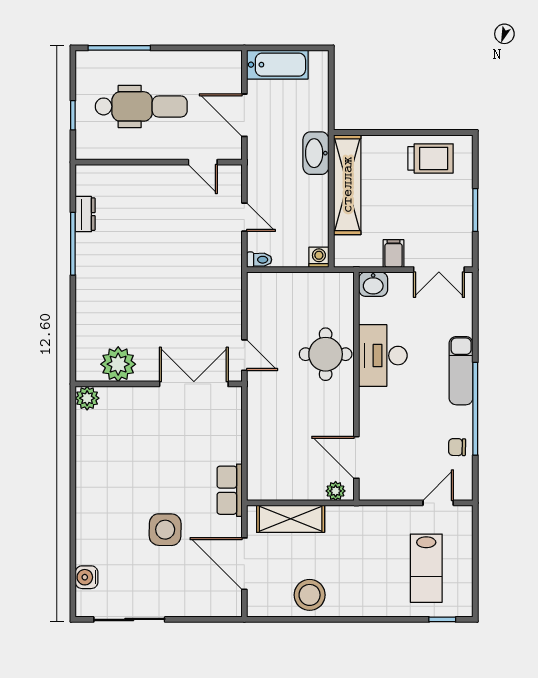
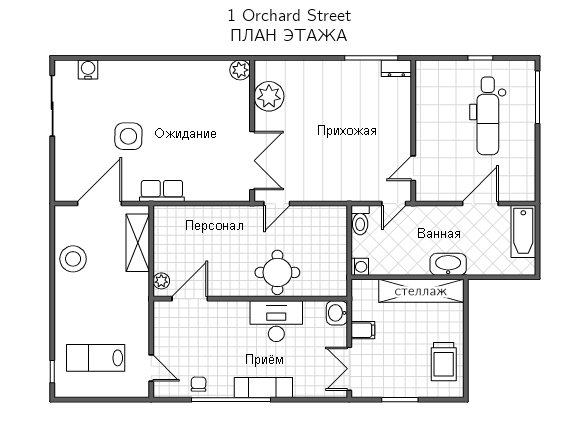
wall: (159, 162) -> (413, 131), moved
door: (203, 162) -> (413, 168), moved
toilet: (259, 260) -> (360, 220), width x1.37, depth x1.39

